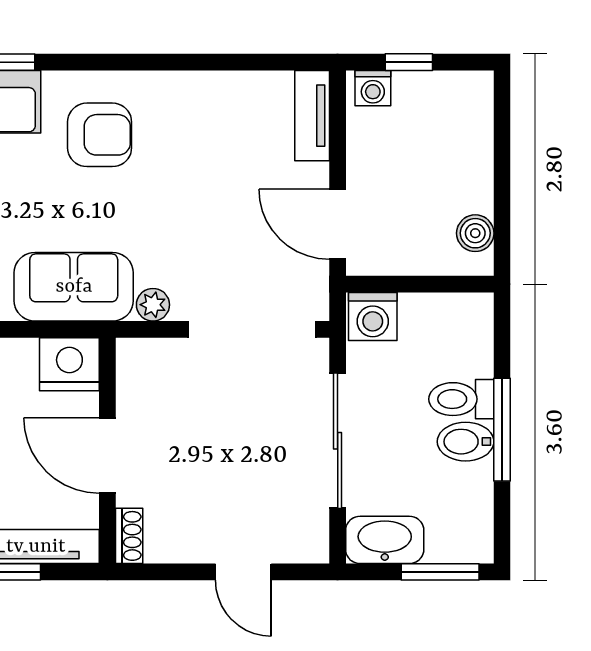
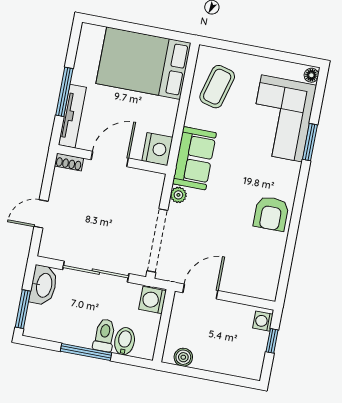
tv unit: (312, 116) -> (255, 289), removed
armchair: (100, 135) -> (271, 214), moved
bidet: (466, 442) -> (125, 341), moved

